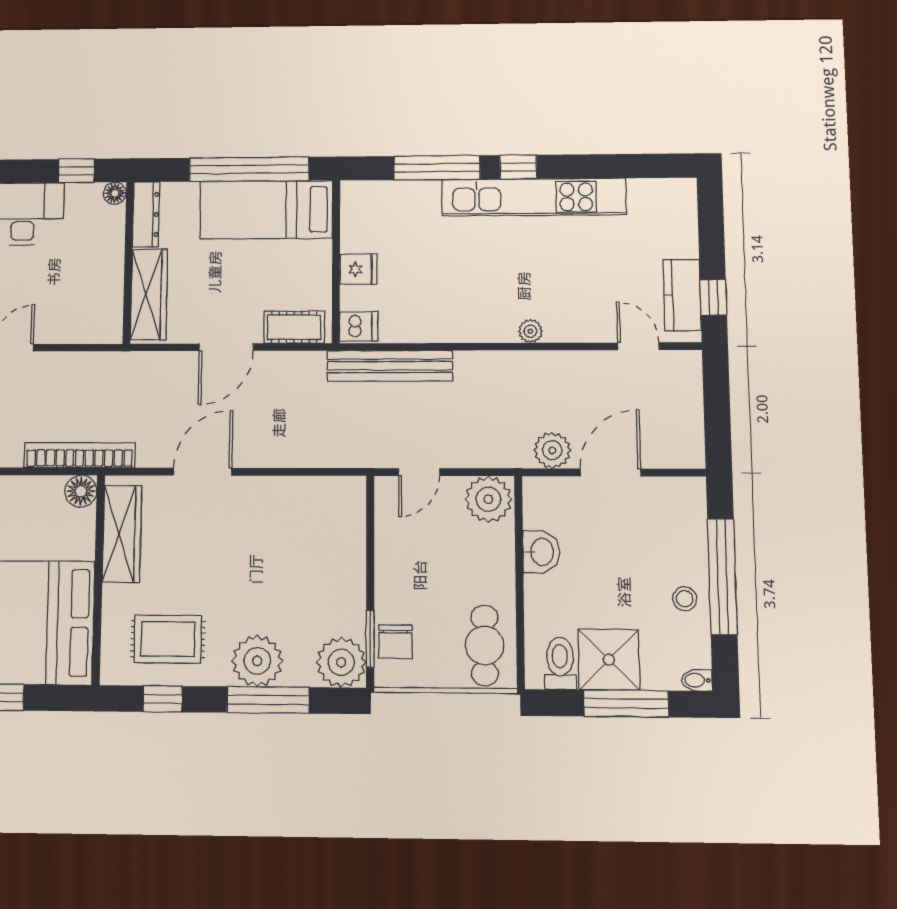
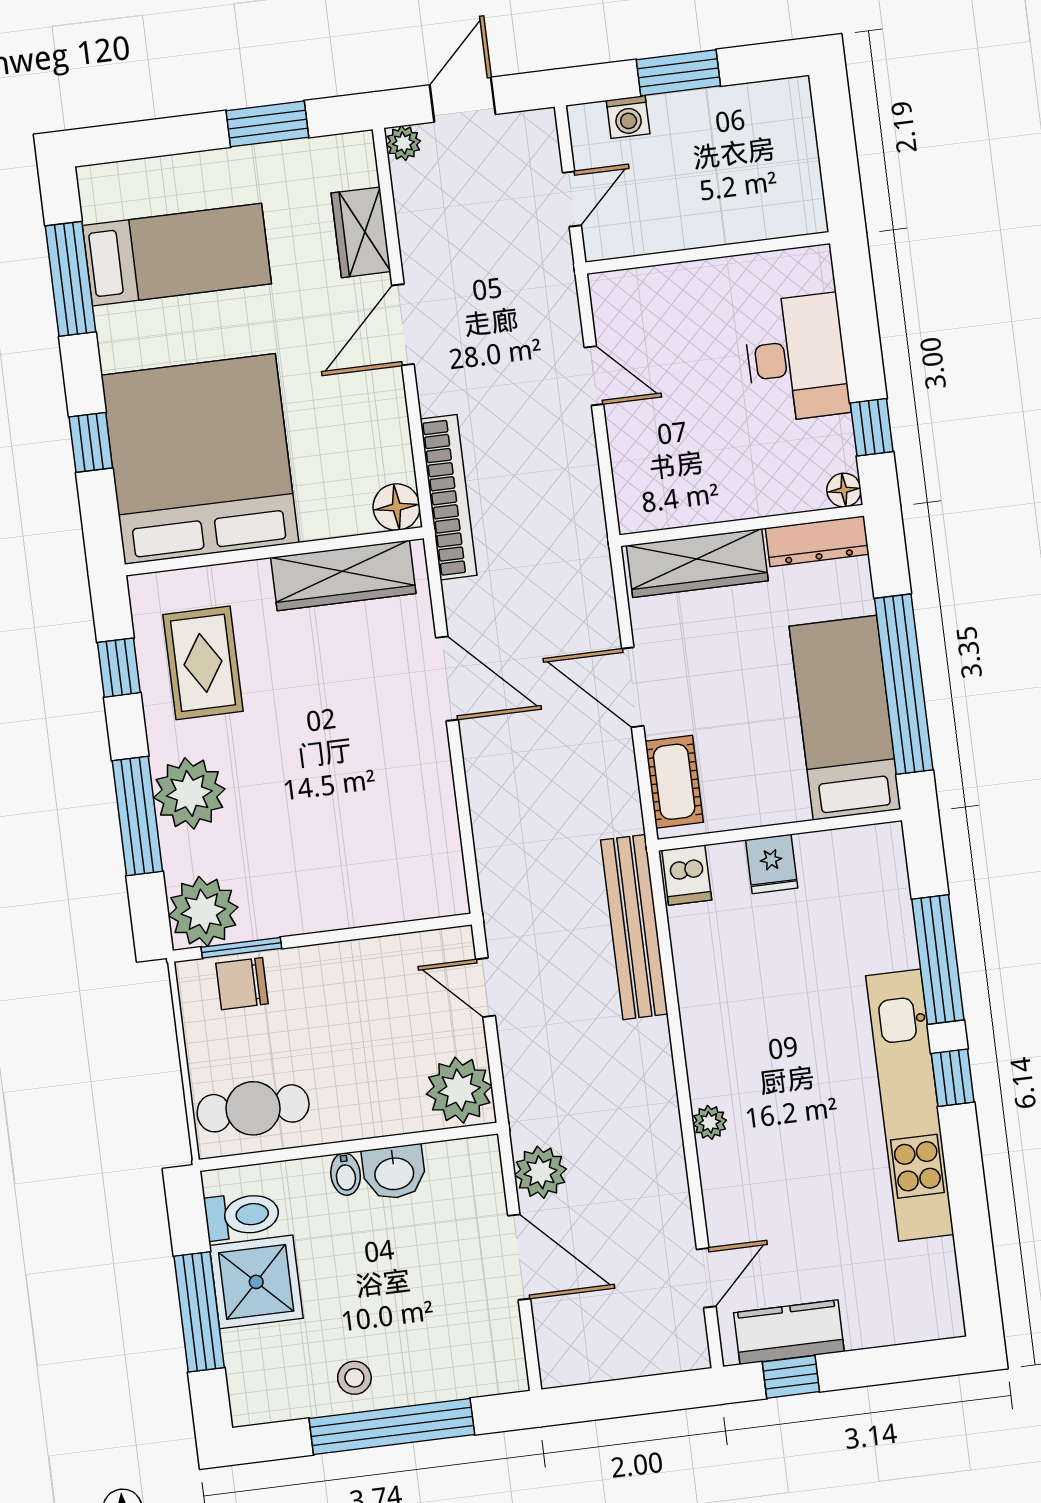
bidet: (697, 680) -> (346, 1174), moved, turned 180

